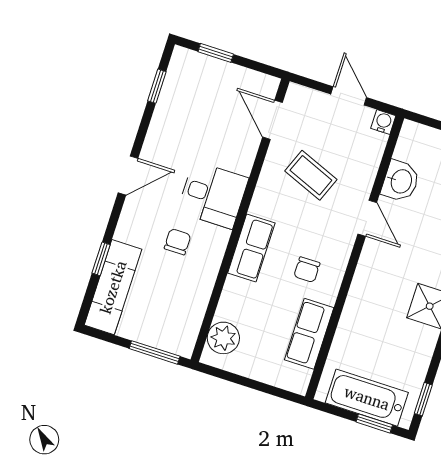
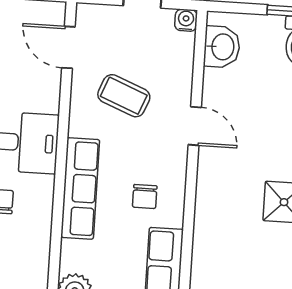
washbasin: (400, 181) -> (222, 47), moved
row of seats: (251, 248) -> (80, 188), width x1.48

